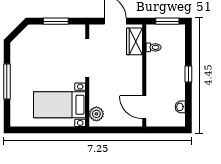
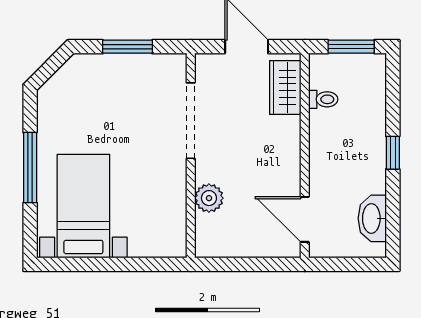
bed with nightstands: (59, 105) -> (83, 206), moved, turned 90
washbasin: (180, 107) -> (372, 218), width x1.91, depth x1.45
plant: (96, 114) -> (209, 198), moved

